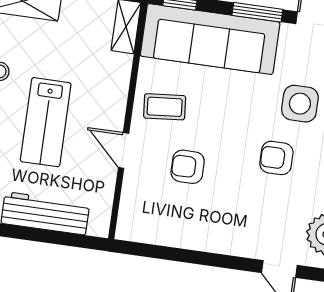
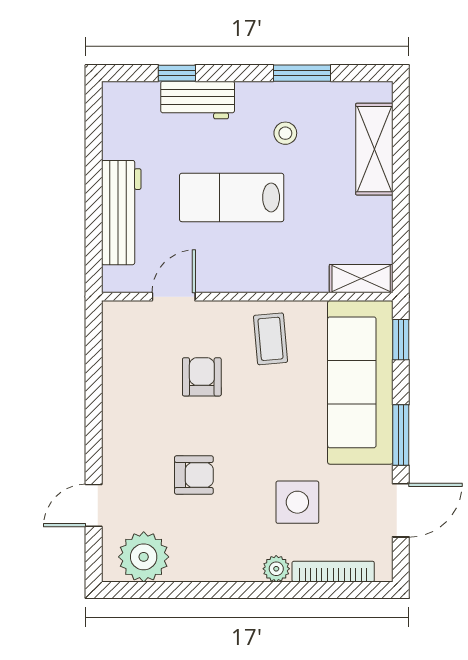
door: (124, 150) -> (174, 297), moved
armchair: (276, 158) -> (194, 475), moved, turned 90

